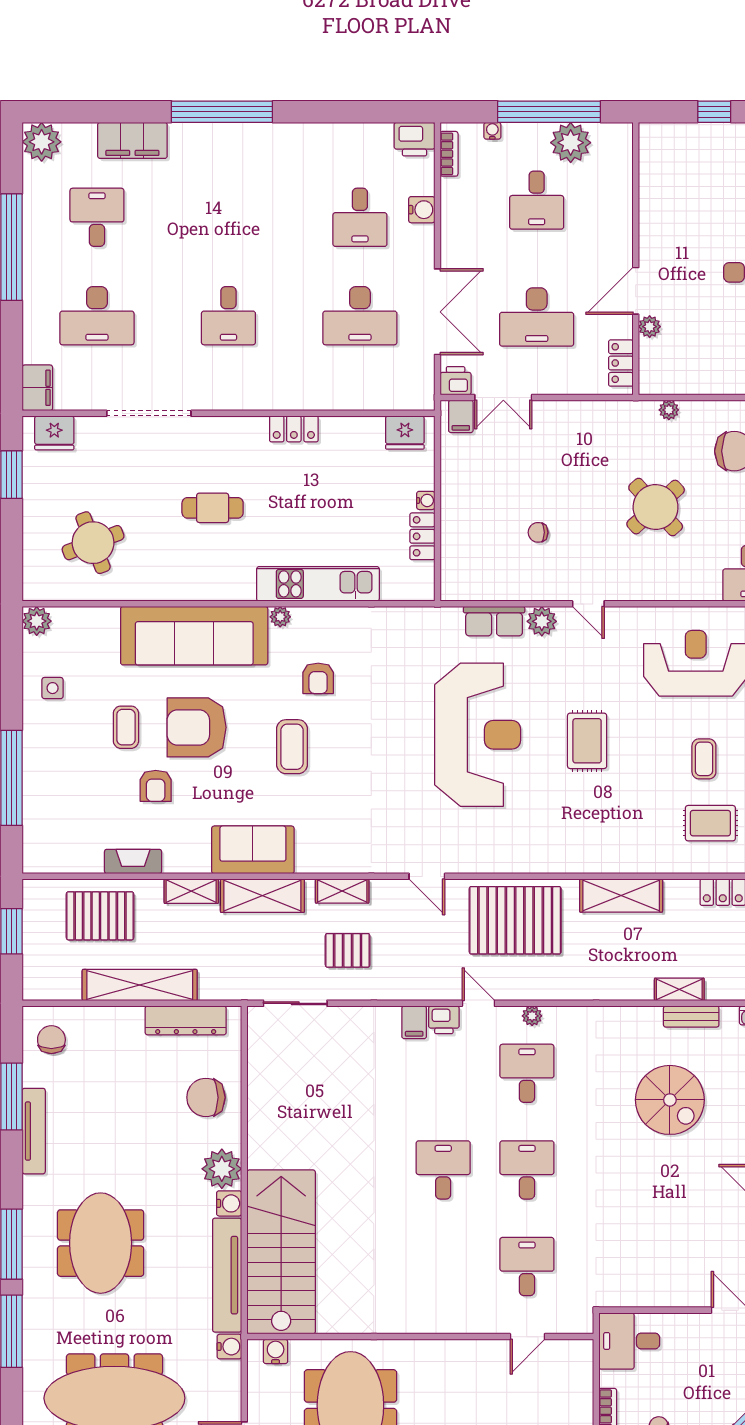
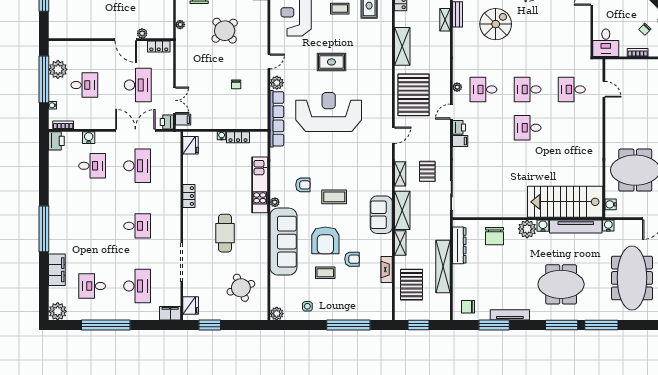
cafe table: (213, 508) -> (225, 233), width x1.37, depth x1.35
row of seats: (494, 621) -> (277, 119), width x2.02

